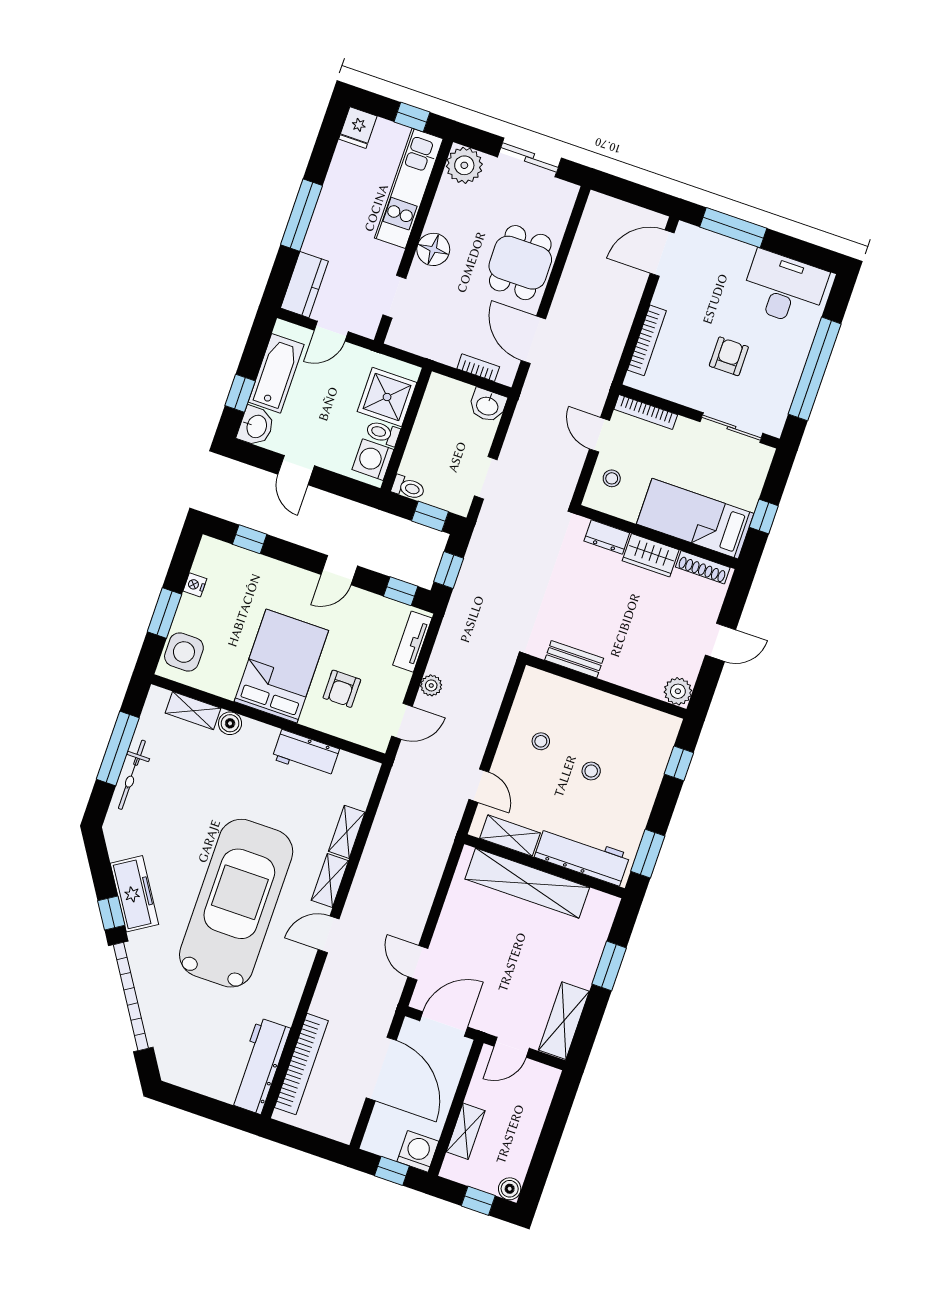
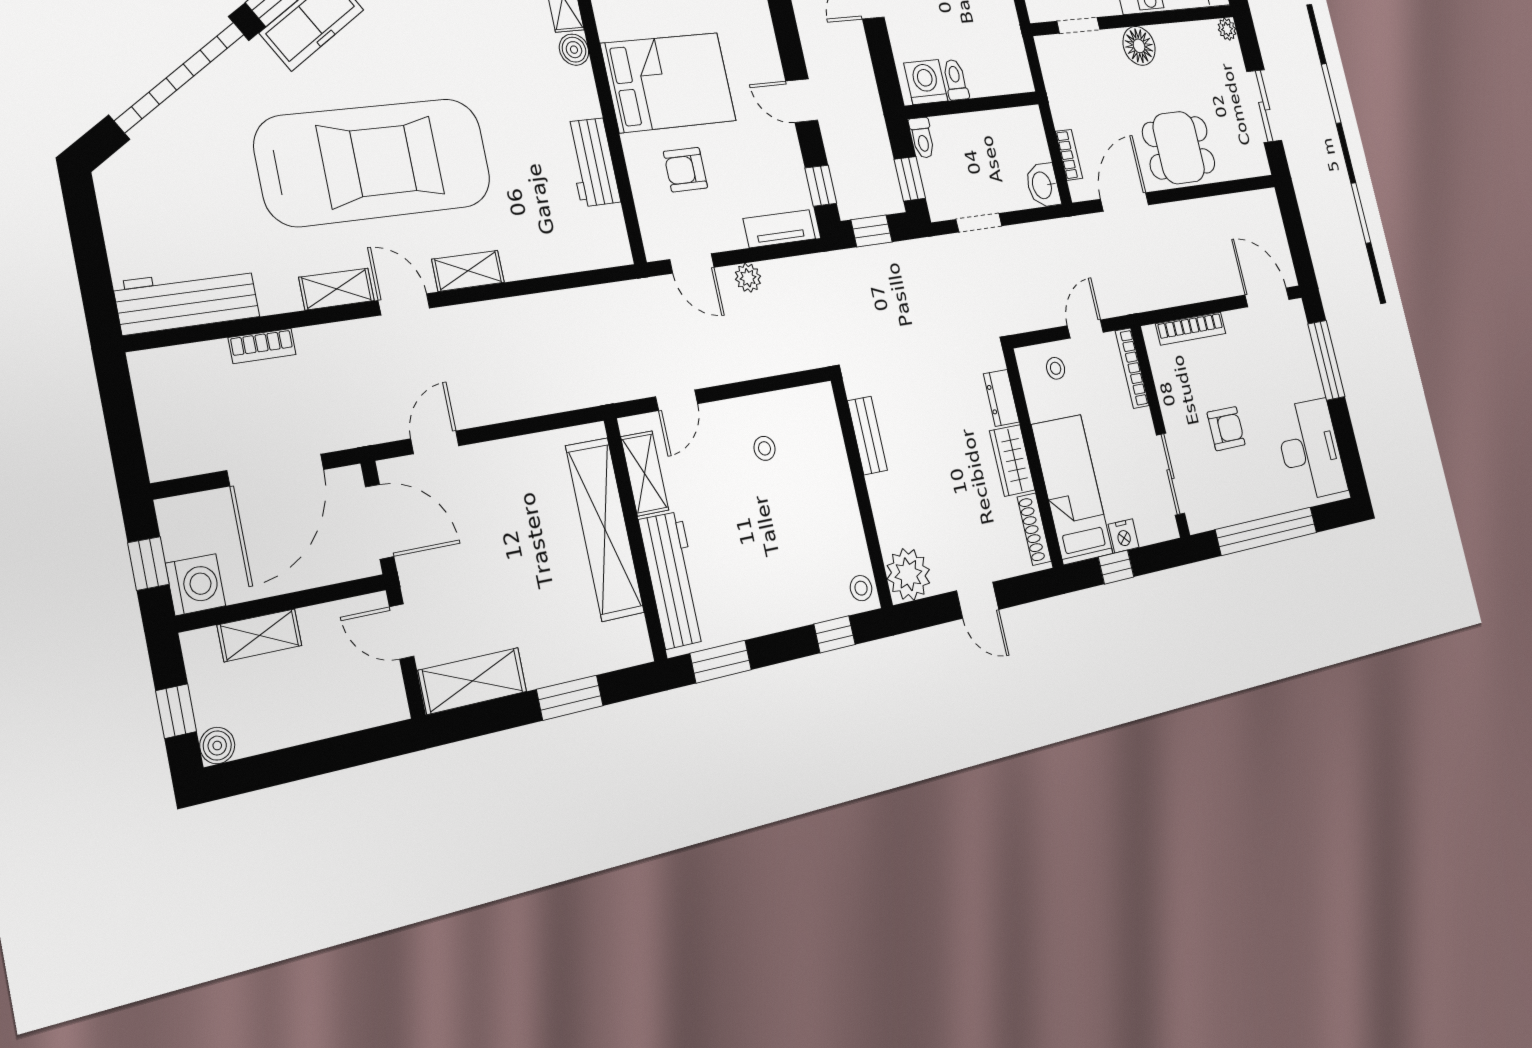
plant: (464, 165) -> (1227, 29), width x0.53, depth x0.53
shower: (387, 397) -> (989, 66), removed
nightstand: (748, 496) -> (1124, 536), added
plant: (678, 691) -> (908, 574), width x1.36, depth x1.36
stool: (591, 771) -> (861, 588), moved
shelving: (347, 832) -> (337, 289), moved
bookcase: (301, 1064) -> (262, 346), width x0.43, depth x0.76

